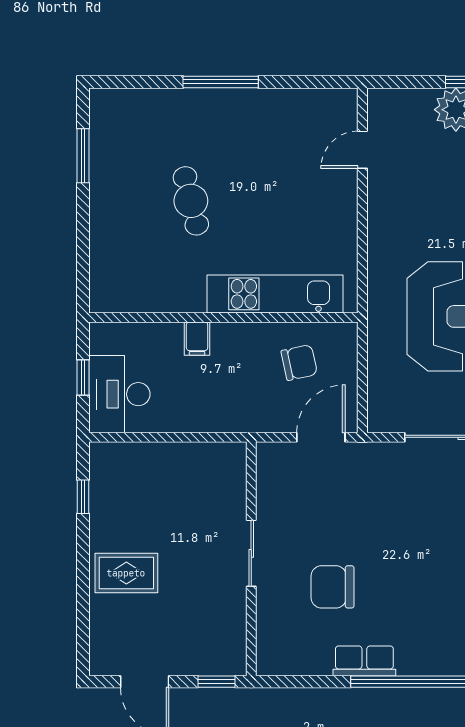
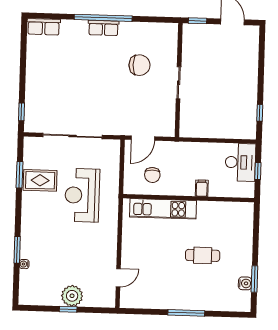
water cooler: (102, 146) -> (245, 283), added
cafe table: (191, 201) -> (203, 255), turned -76
chair: (299, 362) -> (152, 175), turned -78
rug: (126, 573) -> (240, 75), removed
row of seats: (364, 661) -> (103, 28), moved

